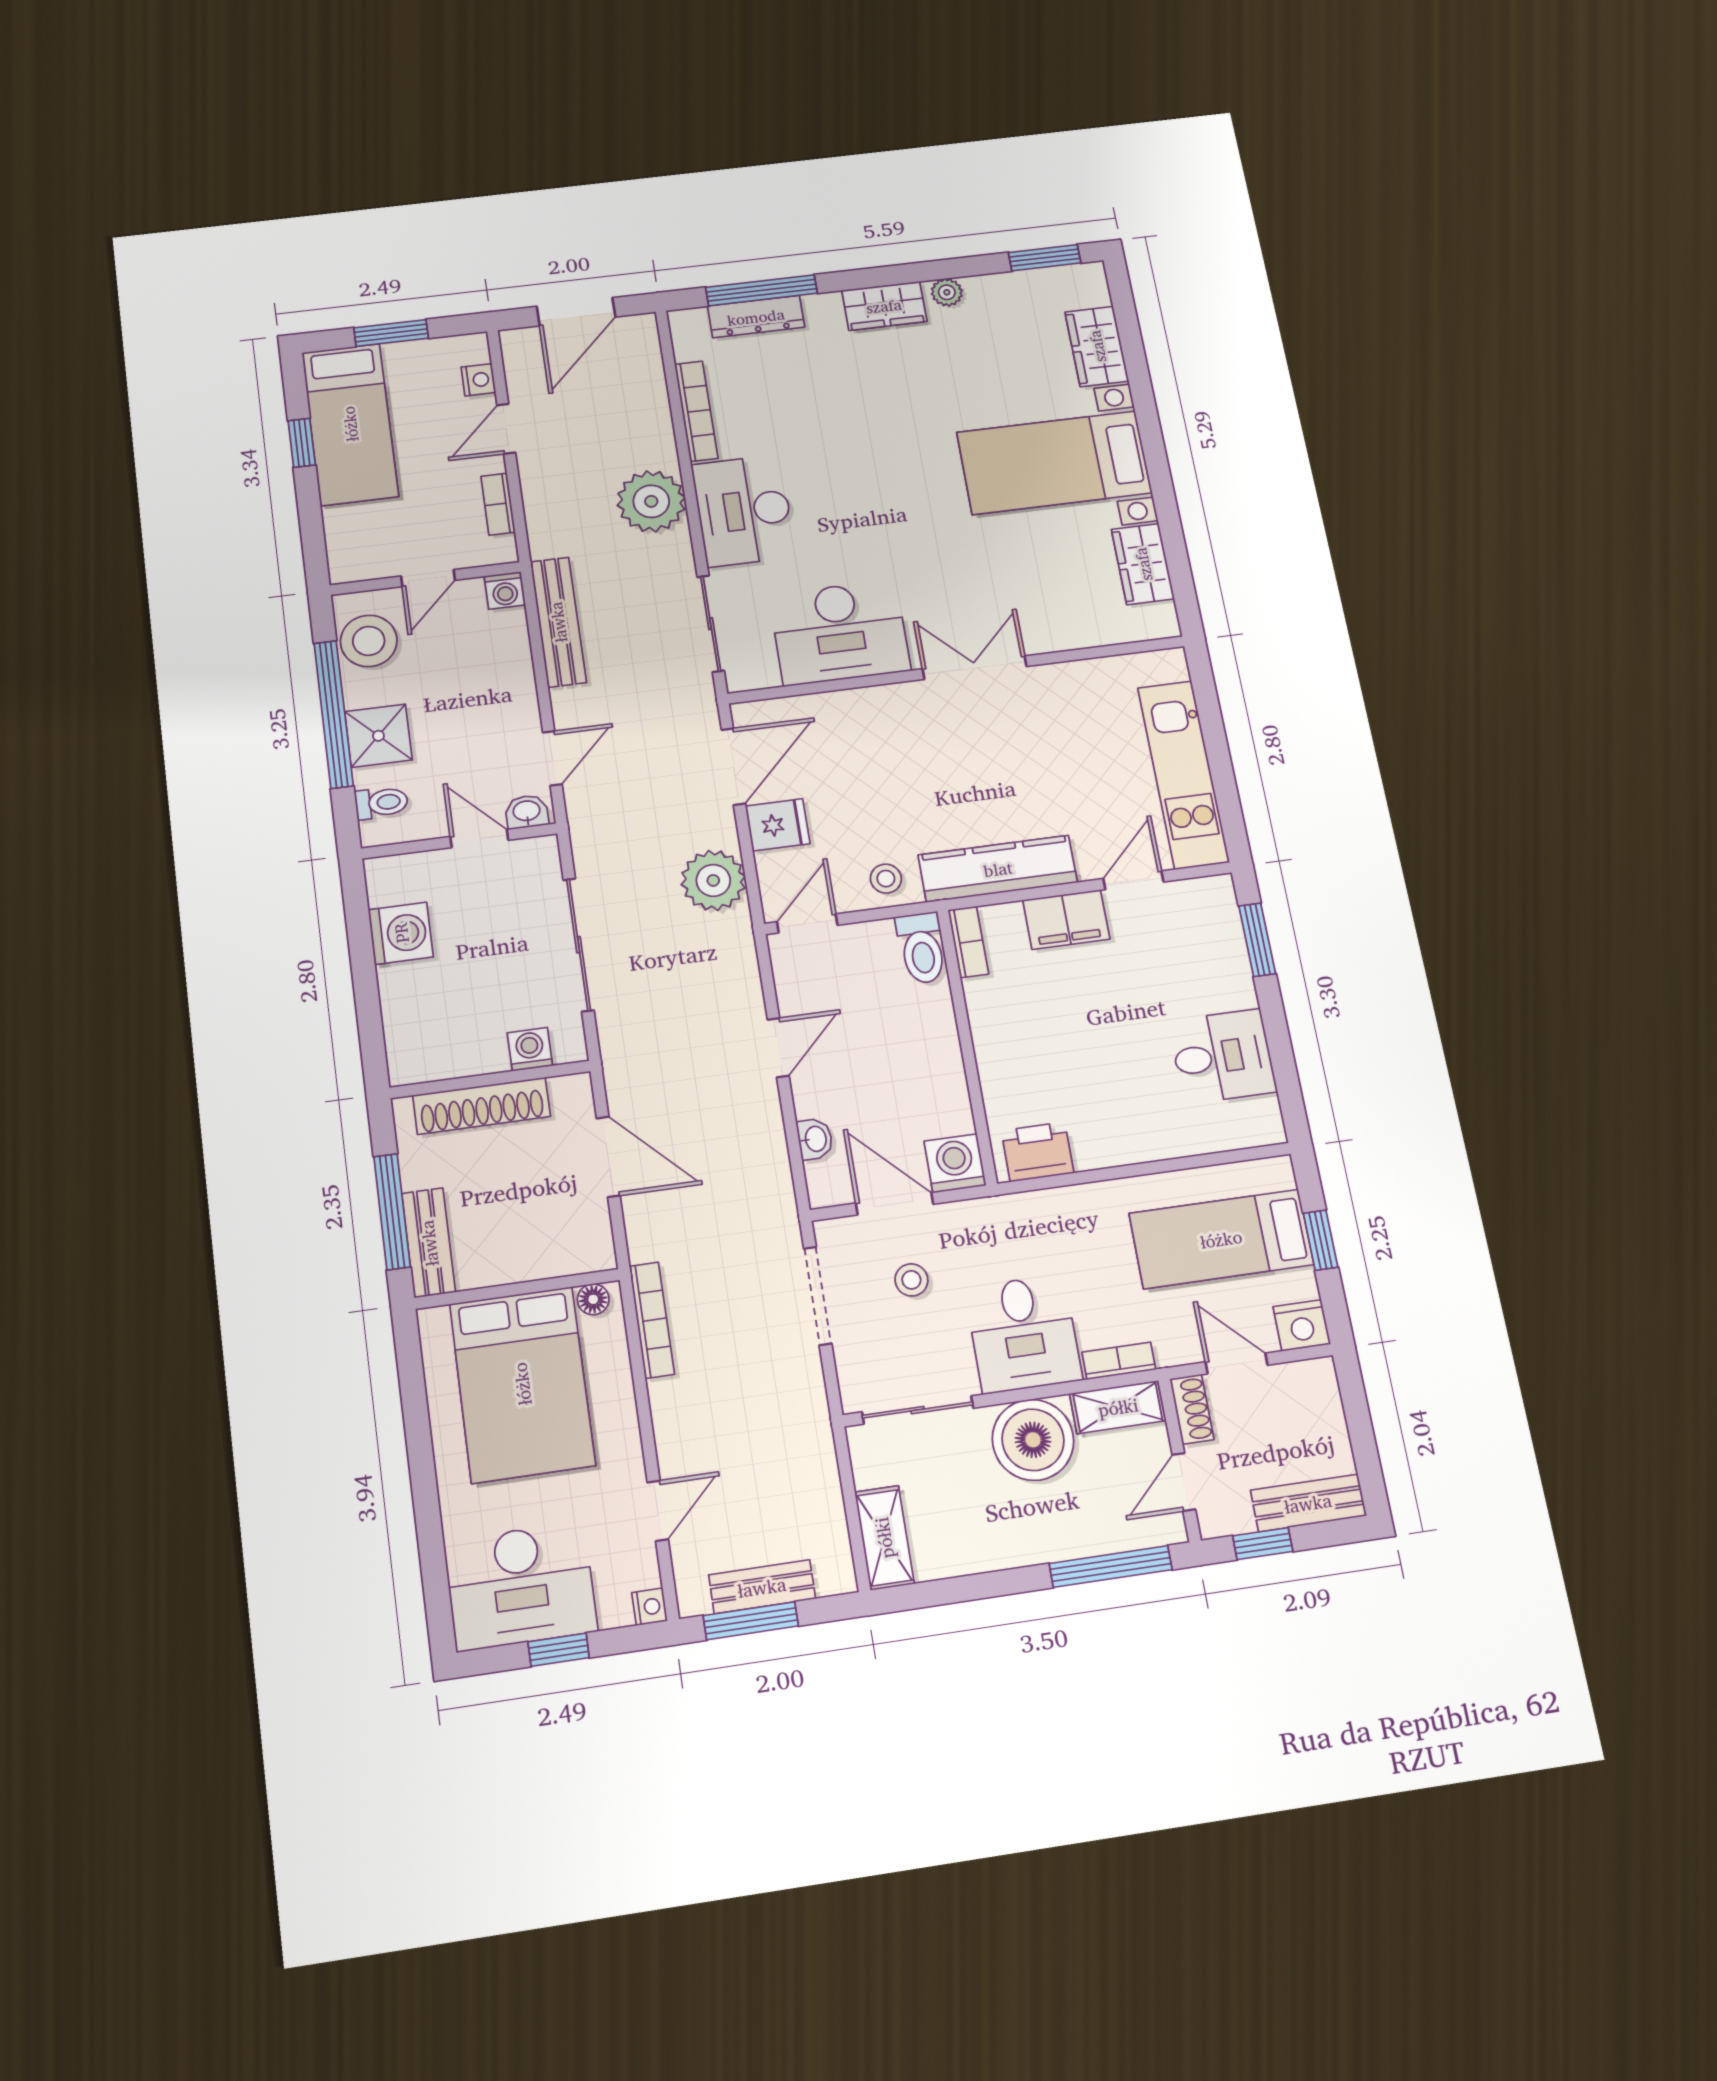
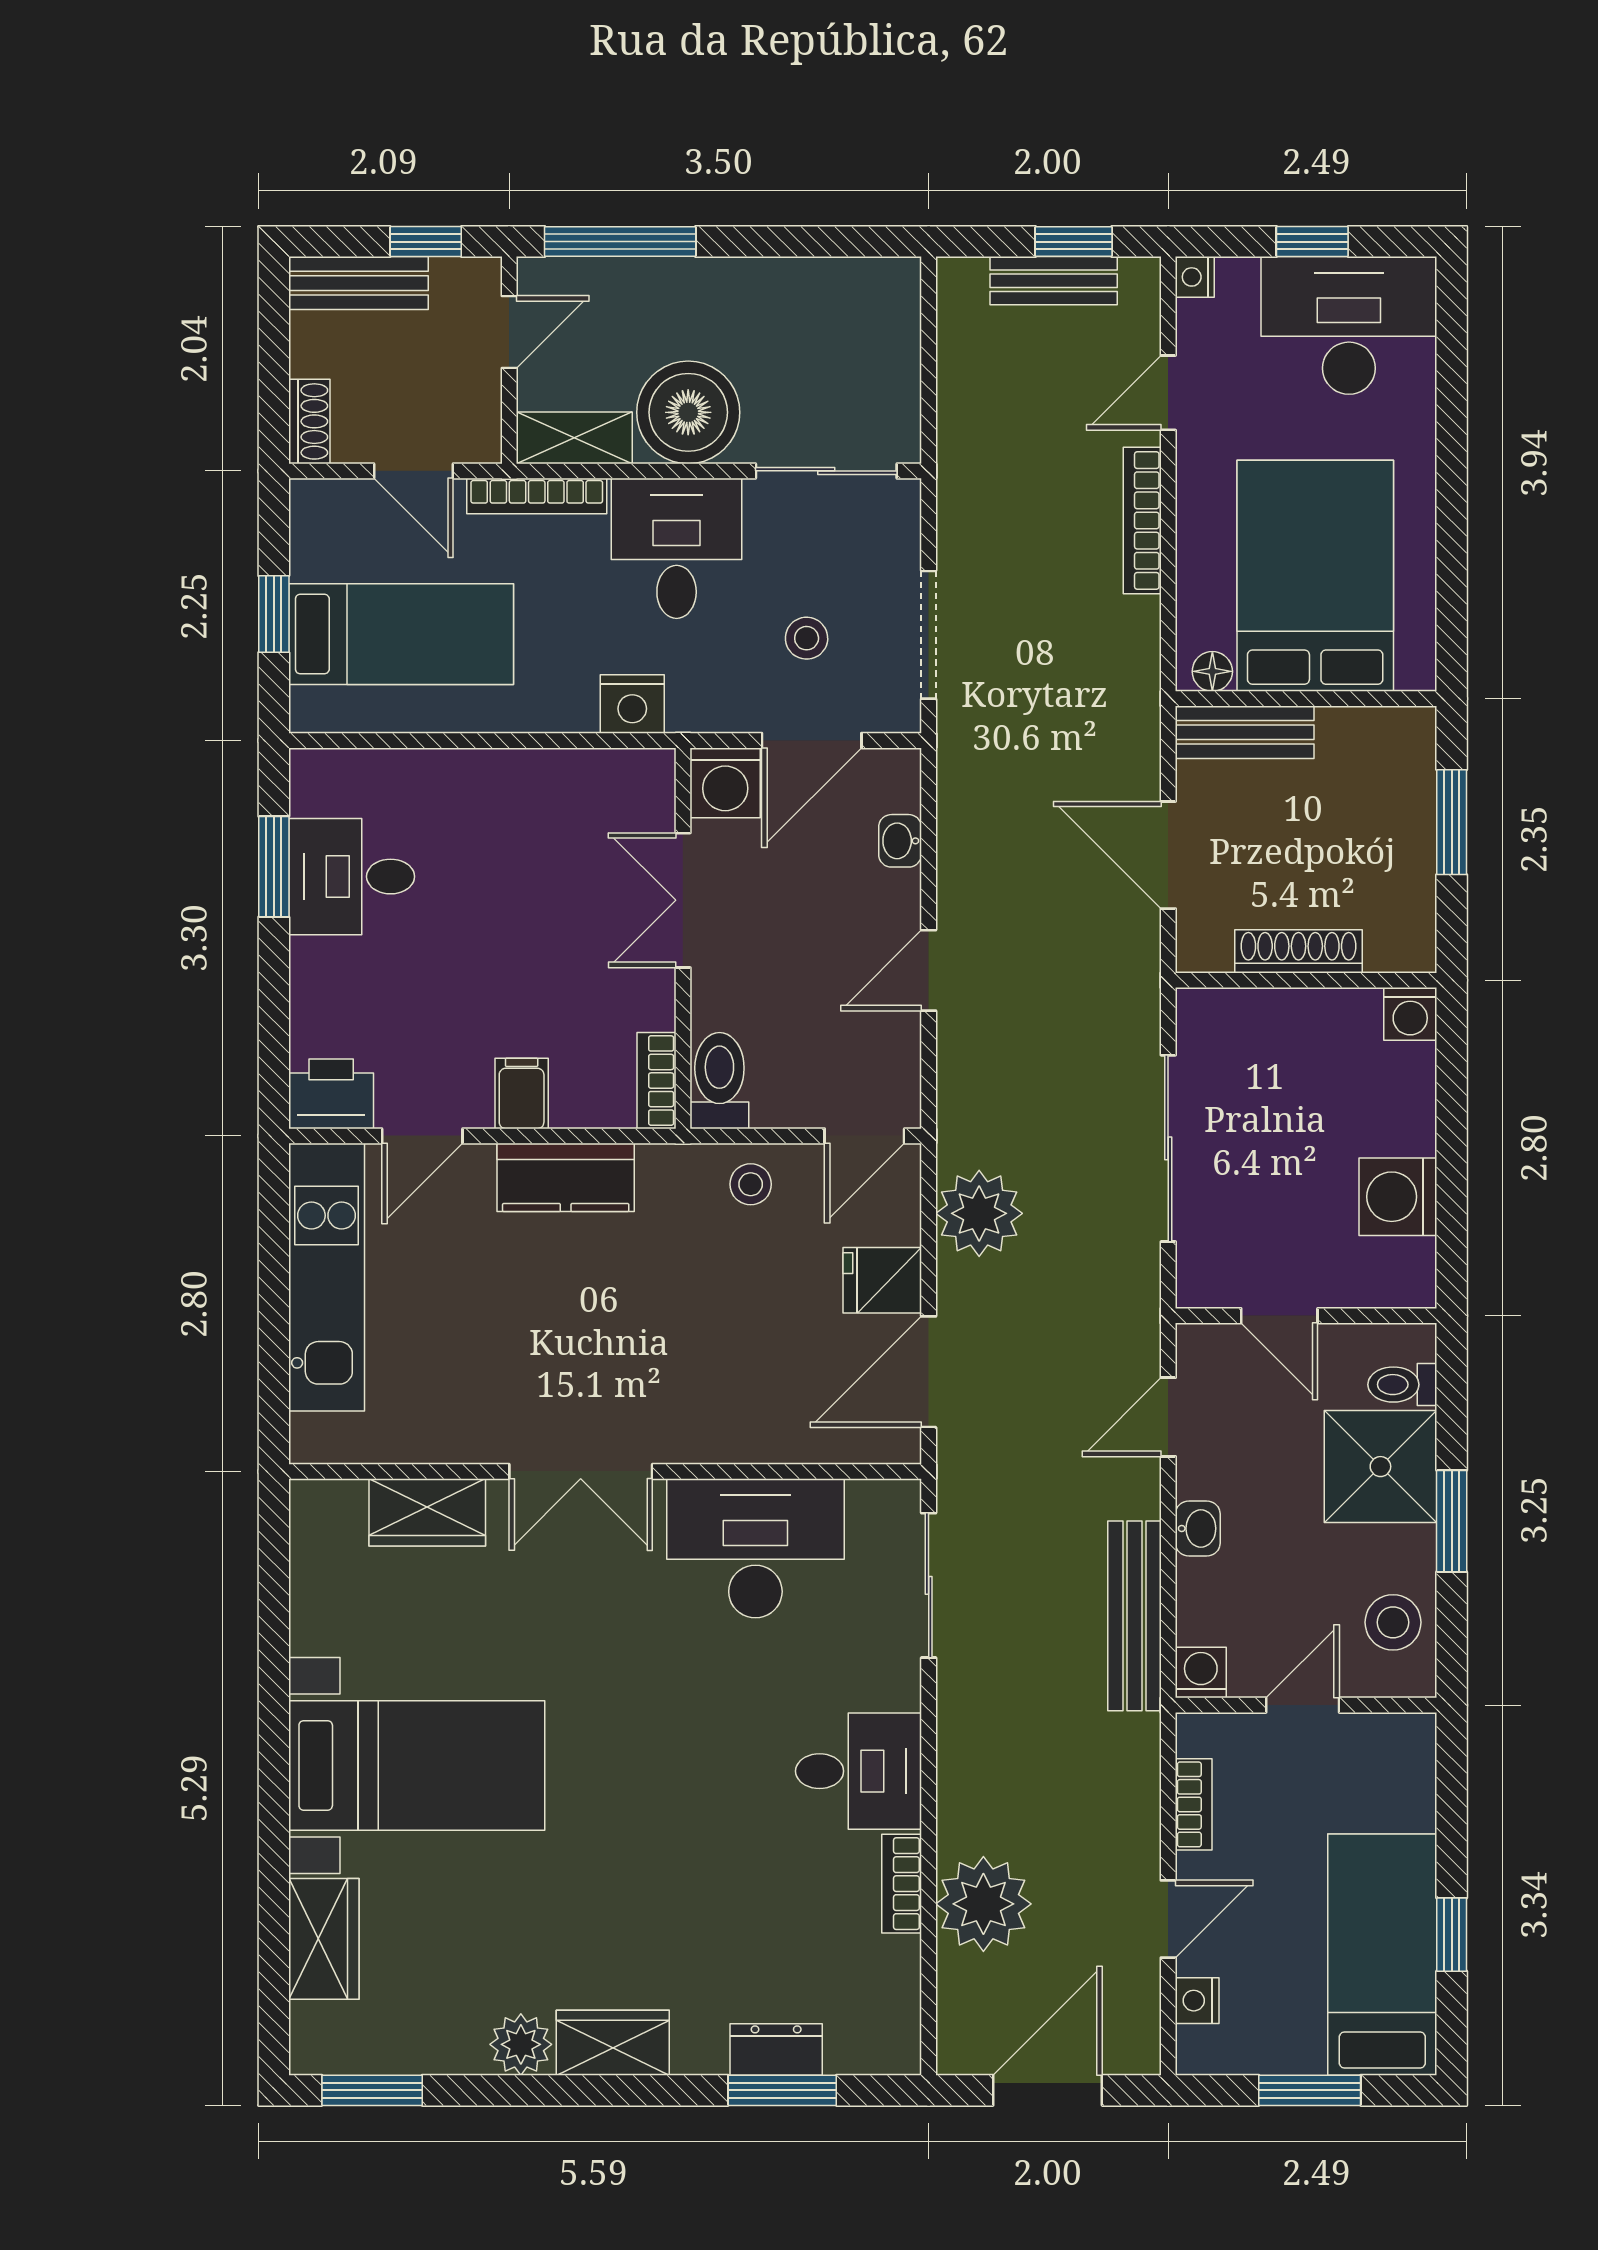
window: (762, 290) -> (782, 2090), width x0.69
plant: (947, 292) -> (521, 2044), width x1.38, depth x1.38
dresser: (756, 317) -> (776, 2050), width x0.70
bookcase: (696, 411) -> (902, 1884), width x0.64
plant: (651, 501) -> (983, 1904), moved
desk: (744, 511) -> (859, 1771), width x0.73
wardrobe: (1143, 564) -> (427, 1512), moved, turned 90
stool: (369, 641) -> (1393, 1622), width x0.73, depth x0.73
window: (334, 714) -> (1452, 1521), width x0.47
shower: (378, 736) -> (1380, 1467), width x1.36, depth x1.36
washbasin: (527, 812) -> (1198, 1528), moved, turned -90
kitchen counter: (998, 869) -> (566, 1177), width x0.67
filing cabinet: (1066, 920) -> (522, 1093), width x0.50
window: (1257, 940) -> (274, 867), moved
washing machine: (530, 1049) -> (1410, 1014), moved
double door: (972, 1073) -> (683, 900), added
shoe rack: (482, 1106) -> (1299, 951), width x0.74, depth x0.81
printer: (1037, 1152) -> (331, 1094), moved, turned 180
door: (895, 1204) -> (812, 741), hinge flipped
window: (392, 1212) -> (1452, 822), width x0.69
bench: (429, 1243) -> (1245, 732), moved, turned 90
bookcase: (652, 1320) -> (1142, 521), moved
nightstand: (1302, 1325) -> (632, 704), moved, turned 180
bookcase: (1119, 1361) -> (537, 496), width x1.56
shoe rack: (1192, 1409) -> (309, 421), moved, turned 180
shelving: (884, 1538) -> (894, 318), removed
window: (751, 1621) -> (1074, 242), width x0.67

